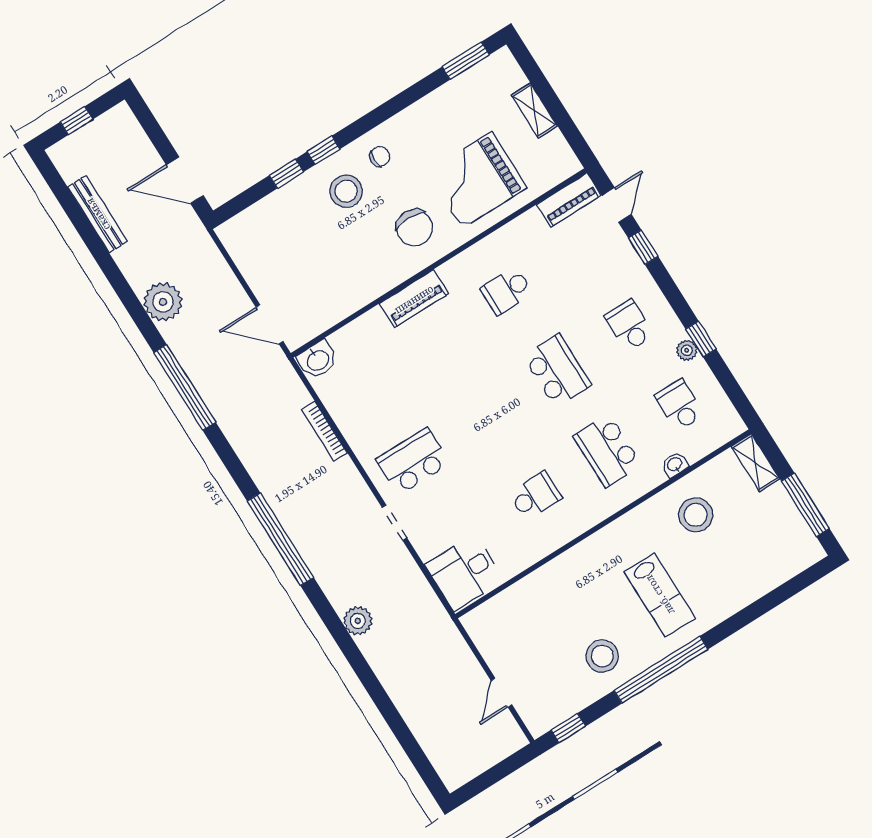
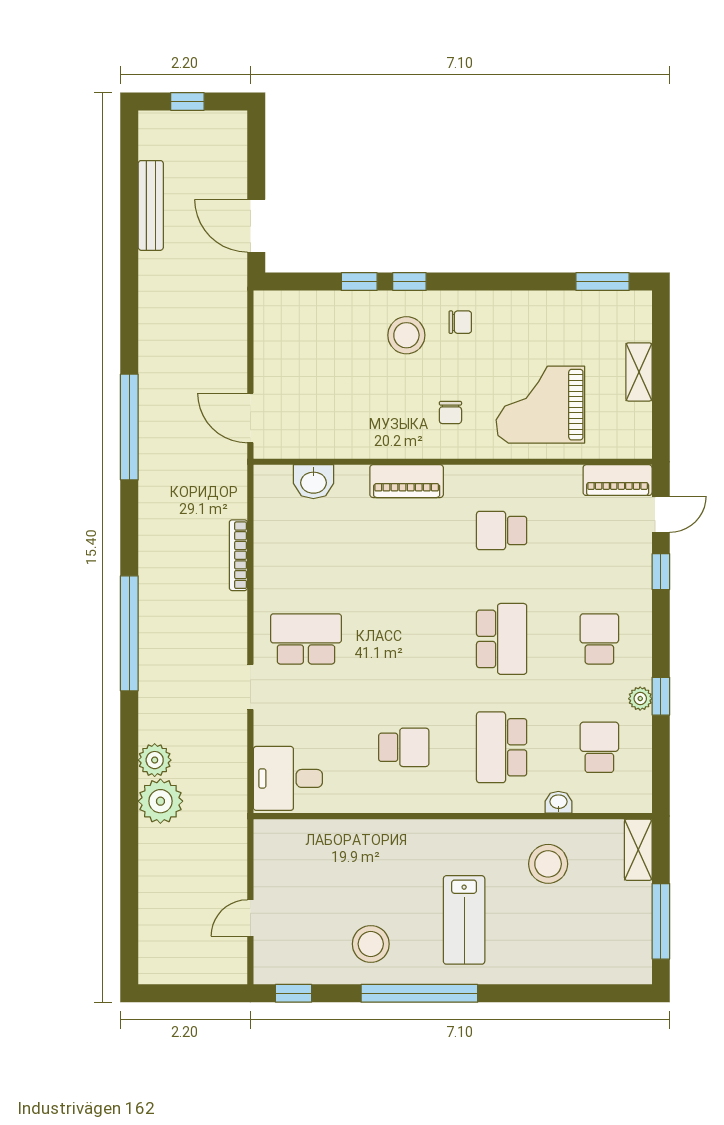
chair: (414, 228) -> (450, 413), width x0.54, depth x0.54
plant: (163, 302) -> (160, 801), moved
washbasin: (317, 360) -> (313, 482), moved

